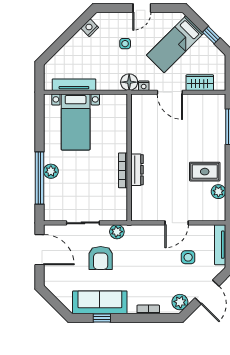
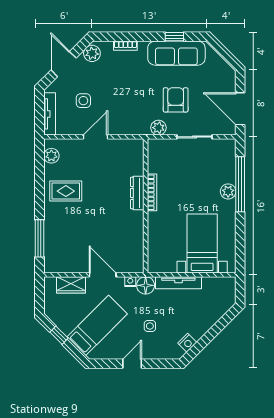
tv unit: (74, 85) -> (178, 283), moved
plant: (218, 192) -> (51, 156), moved

